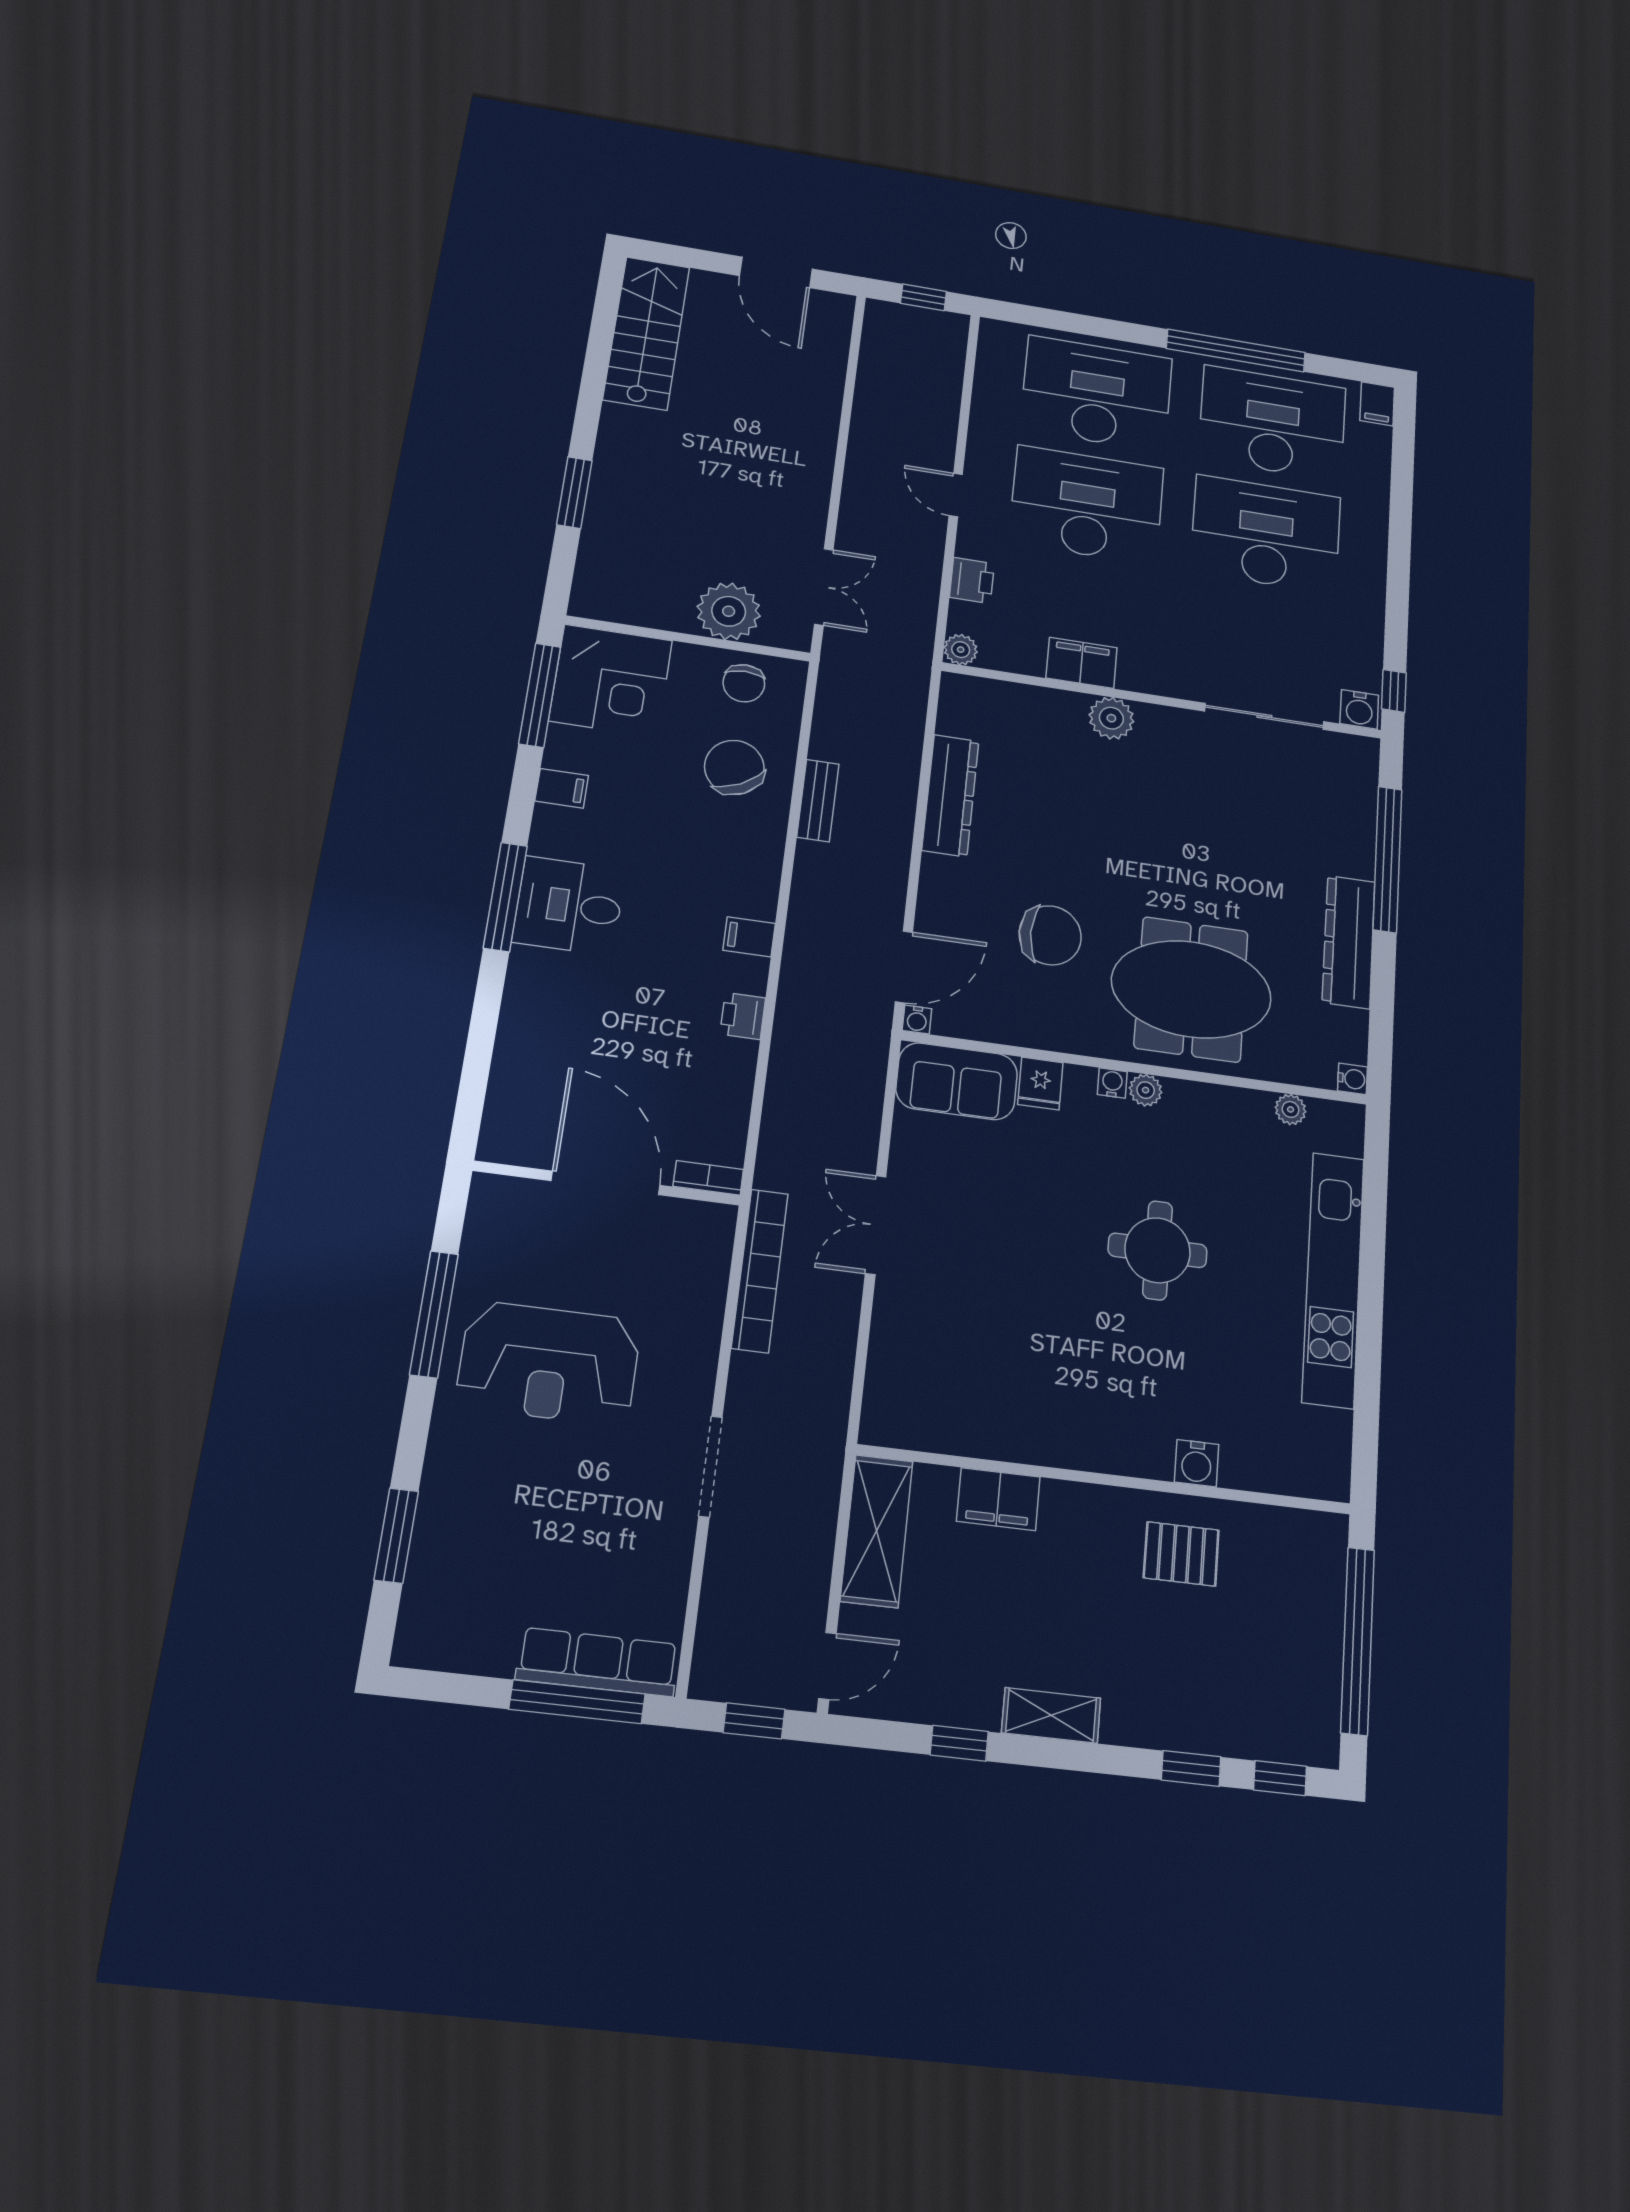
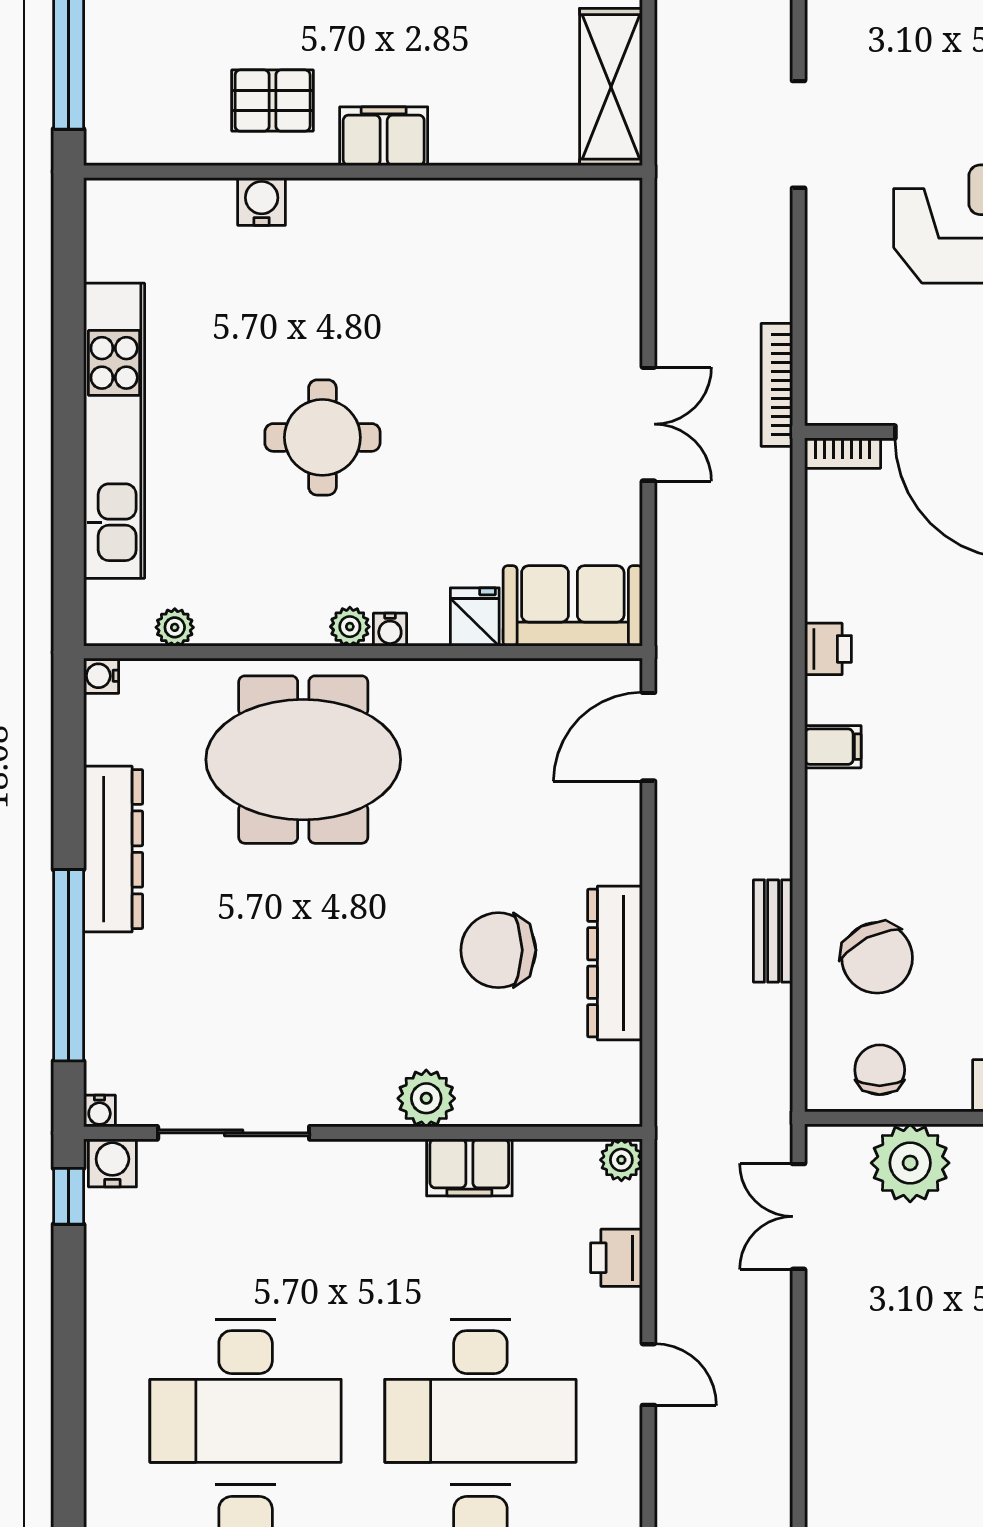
chair: (1050, 935) -> (498, 950), moved
water cooler: (917, 1020) -> (99, 1111), moved, turned 180
bookcase: (760, 1271) -> (777, 385), width x0.68, depth x0.76
filing cabinet: (998, 1499) -> (384, 136), moved

